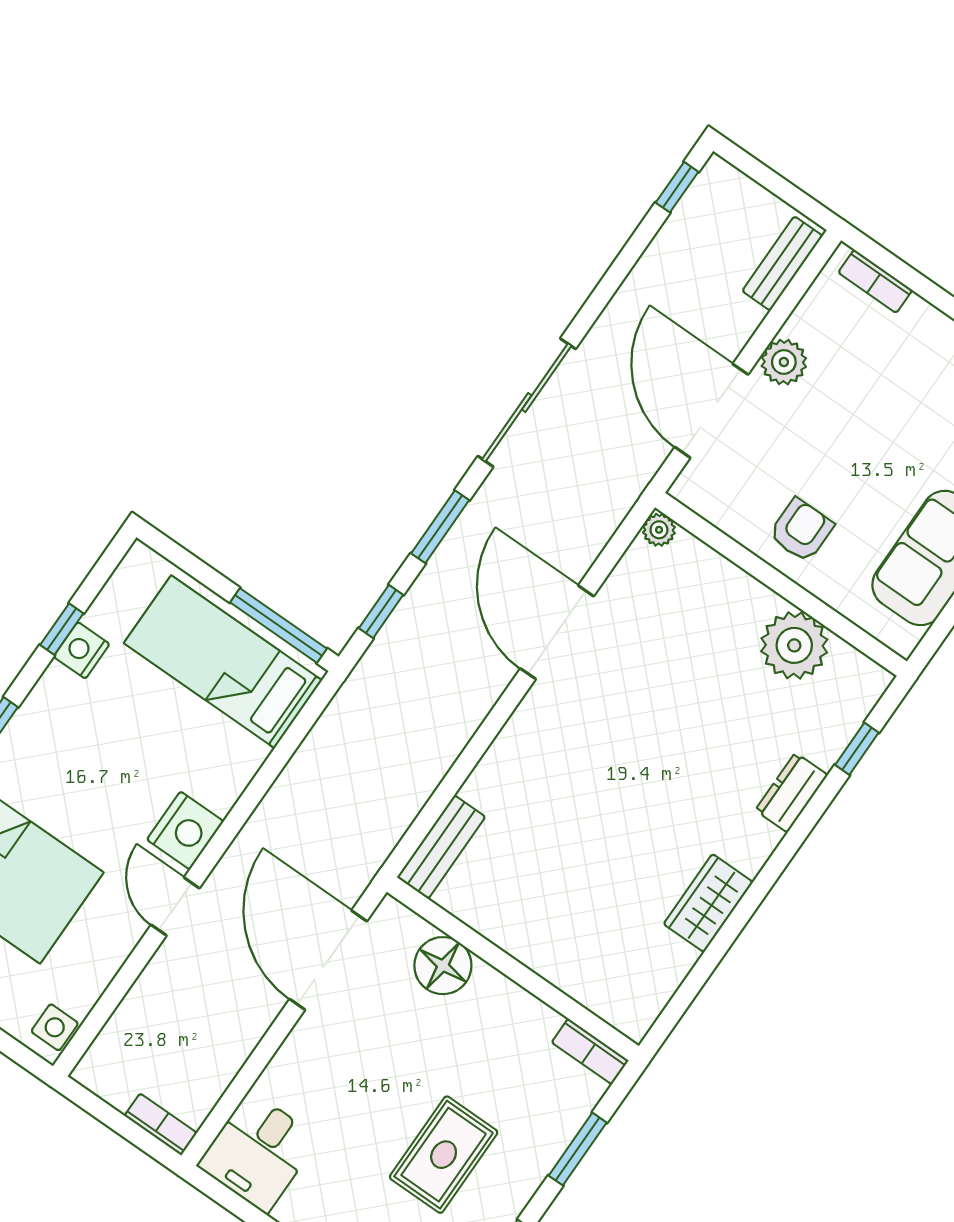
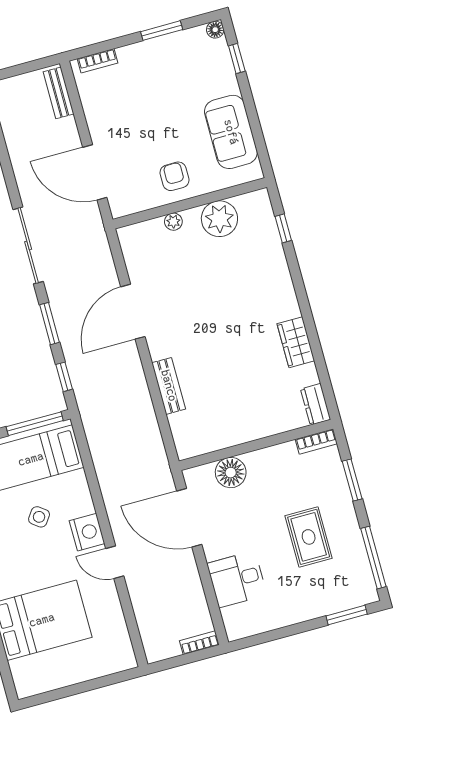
plant: (784, 362) -> (99, 126), removed
plant: (659, 530) -> (173, 222), moved
door: (557, 632) -> (133, 312), hinge flipped
dresser: (791, 793) -> (316, 404), moved
bench: (441, 847) -> (169, 386), moved
side table: (55, 1027) -> (39, 517), moved, turned 36
desk: (258, 1152) -> (237, 579), moved, turned 90

